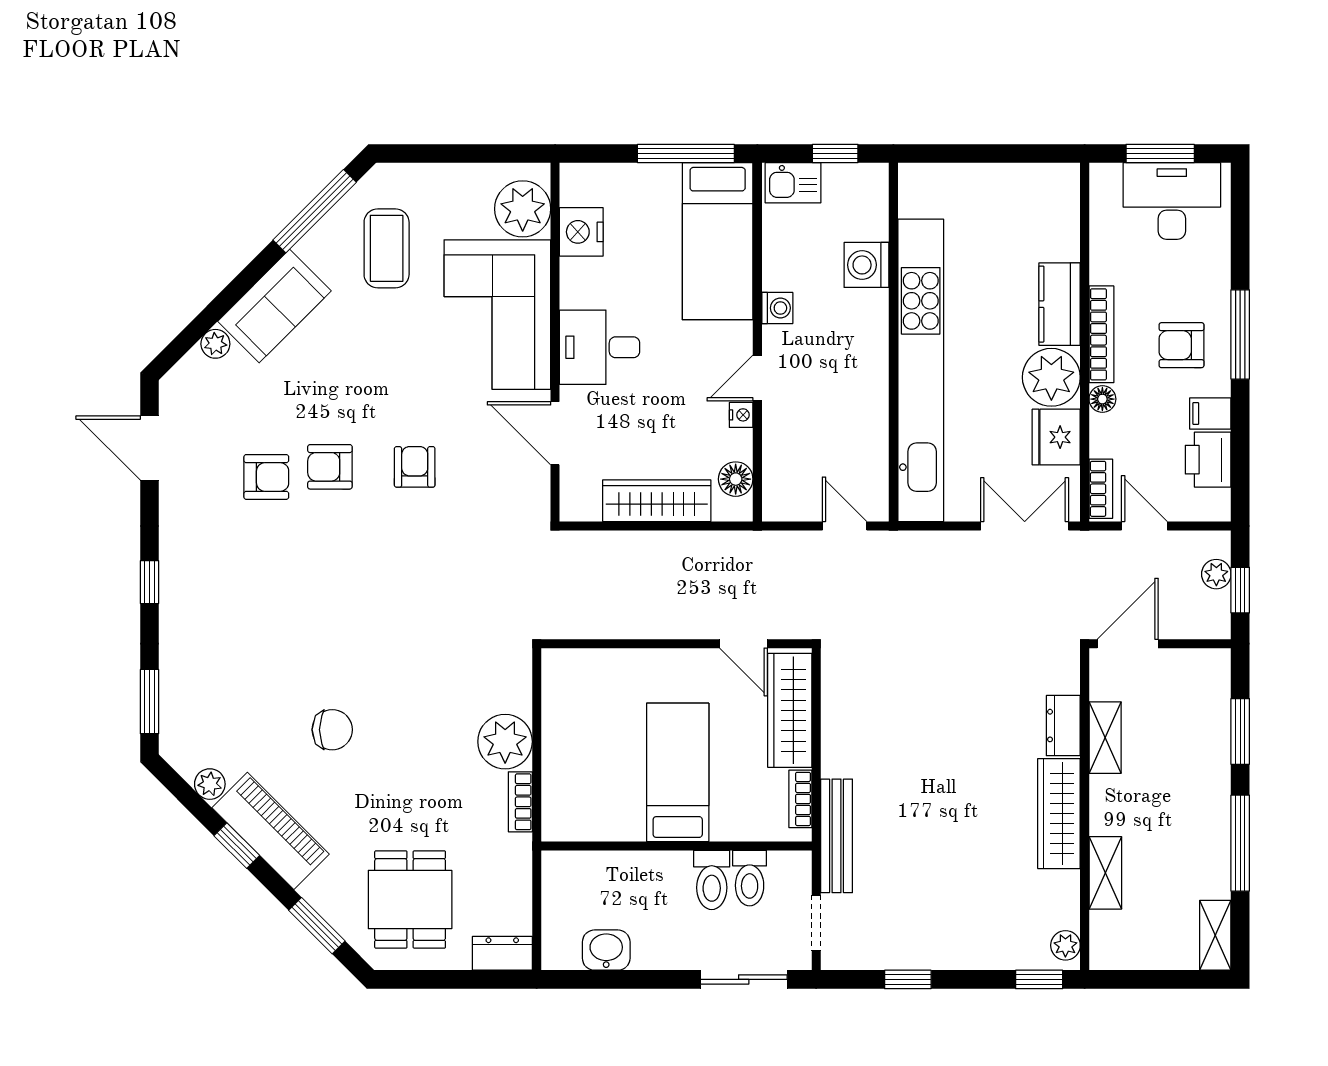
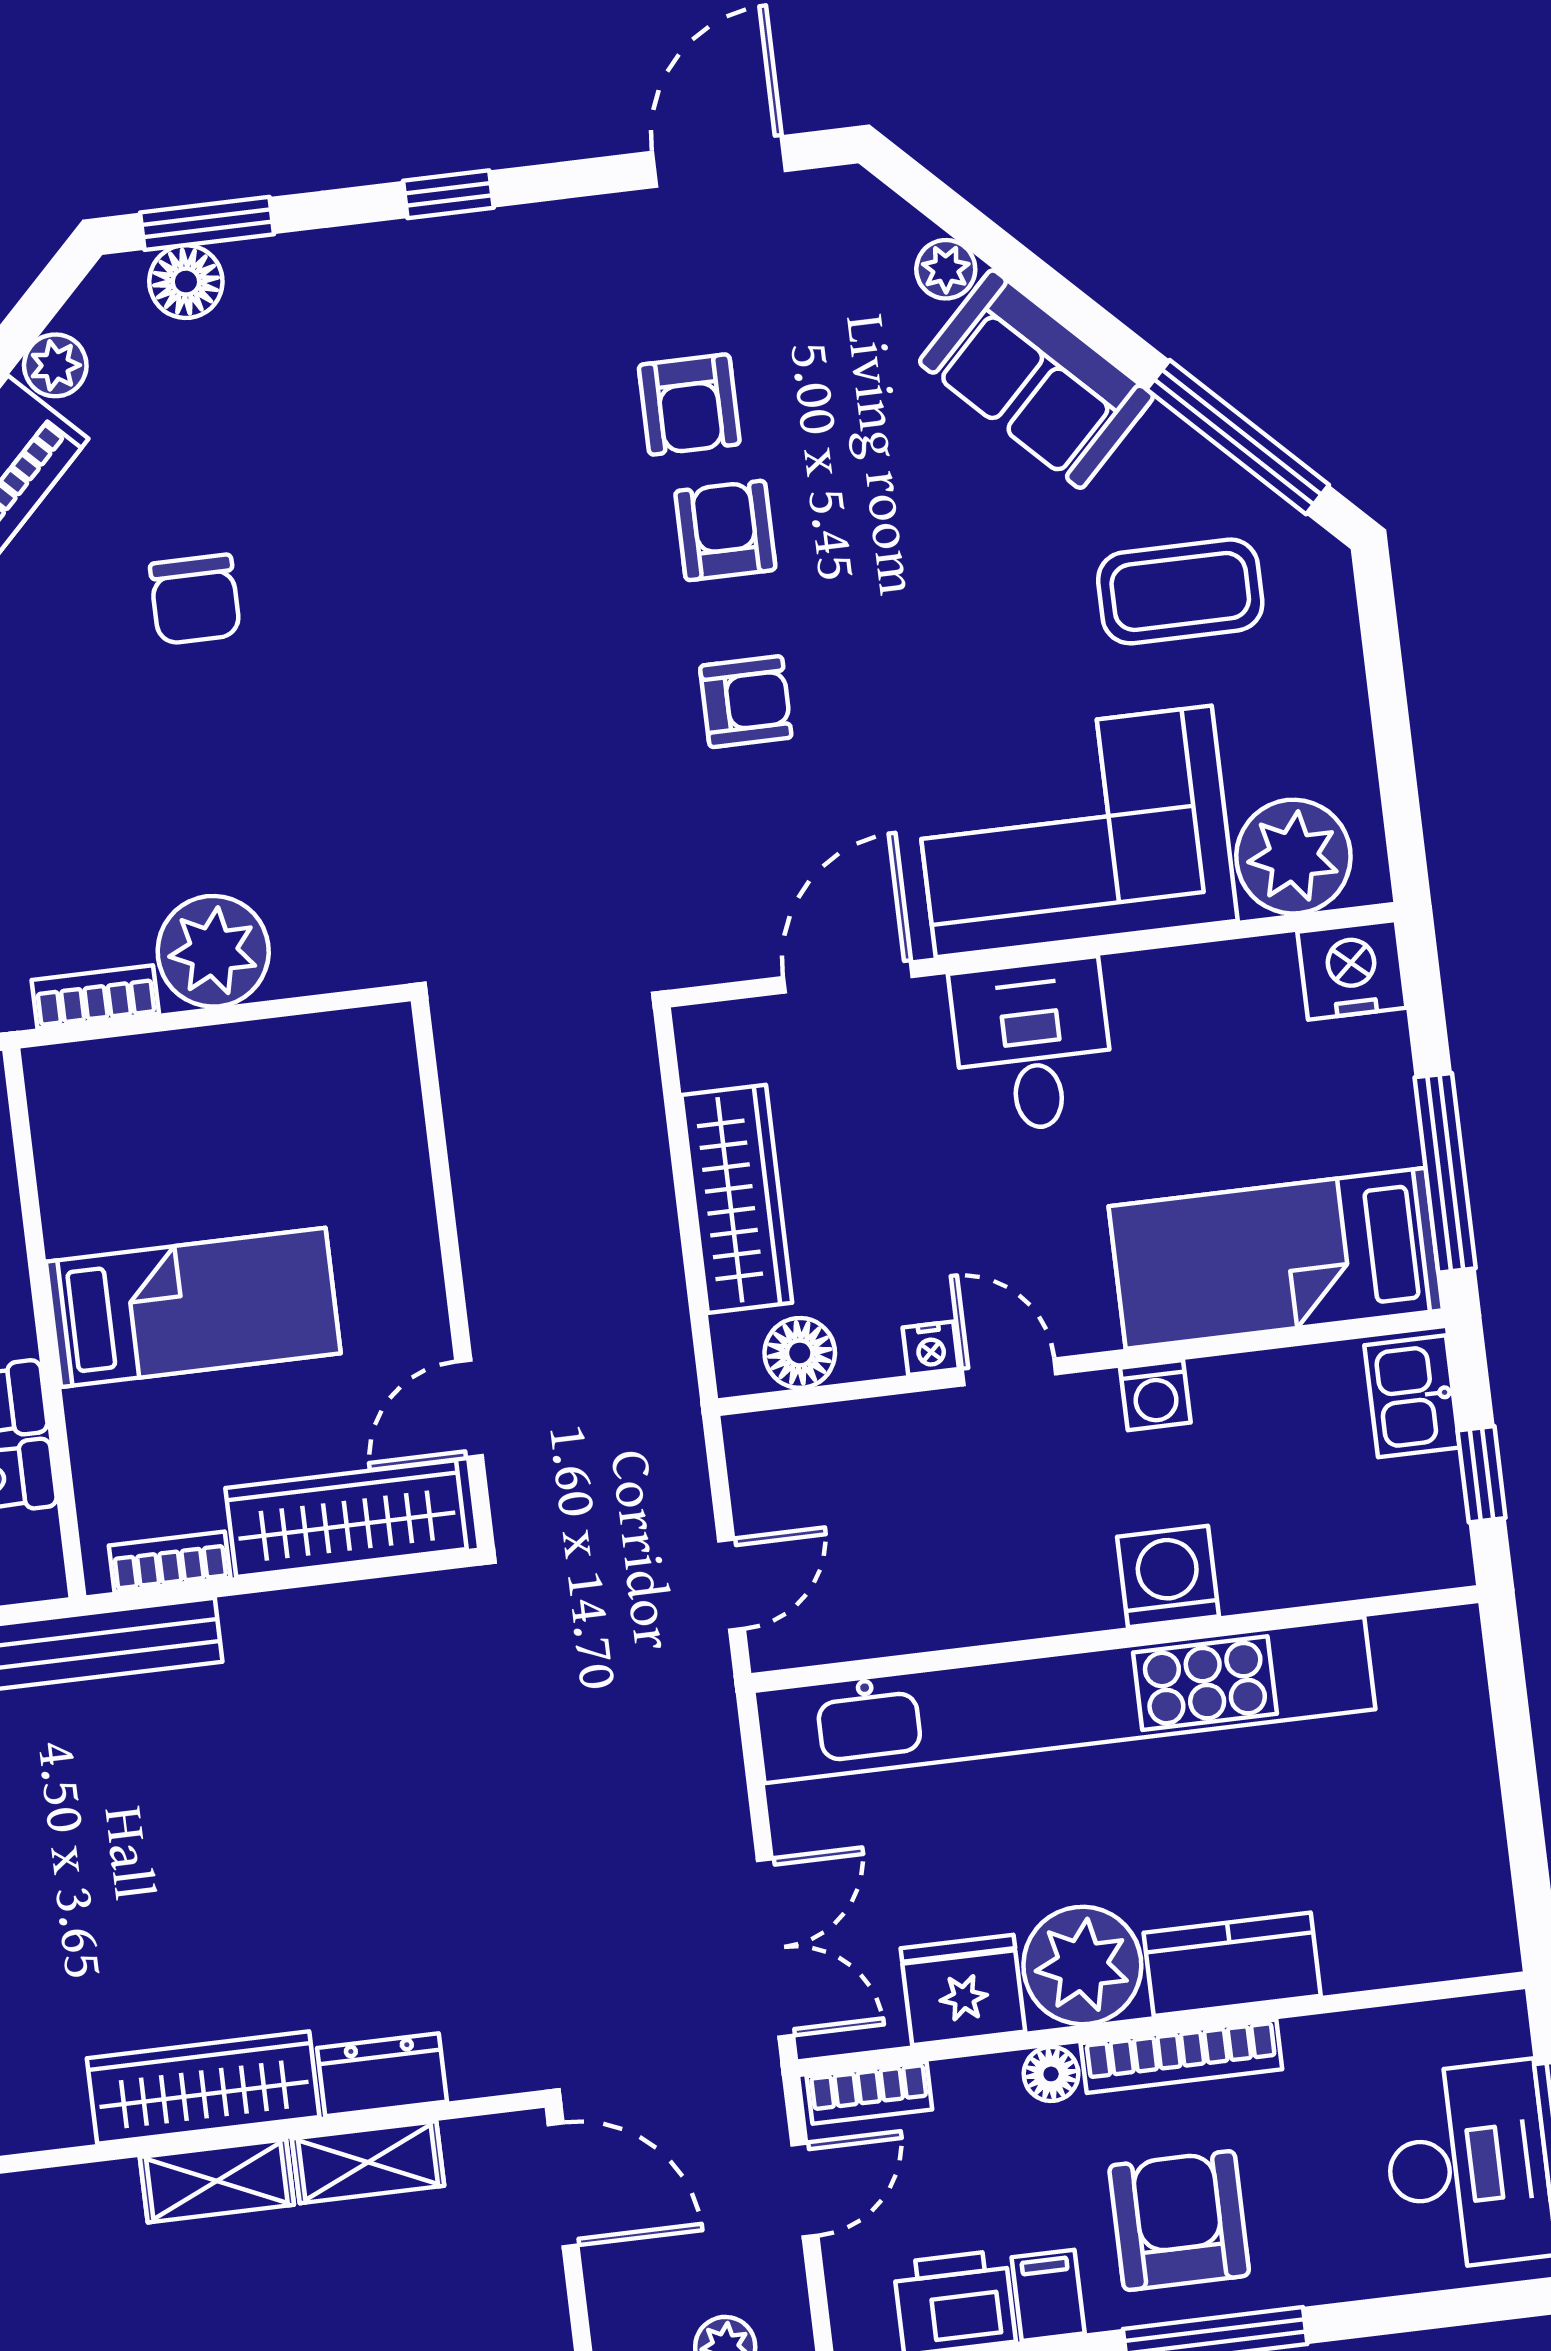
nightstand: (581, 232) -> (1352, 970), moved
washing machine: (867, 265) -> (1168, 1576), moved
armchair: (1181, 345) -> (1179, 2221), width x1.38, depth x1.38
floor lamp: (177, 715) -> (186, 282), added
shelving: (1105, 873) -> (217, 2181), moved

